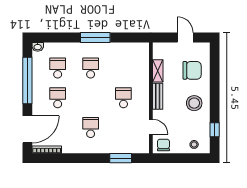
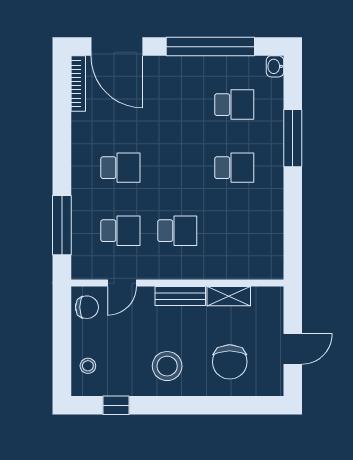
window: (95, 38) -> (293, 138), moved
school desk: (58, 98) -> (120, 231), moved
window: (121, 158) -> (62, 225), width x1.44

